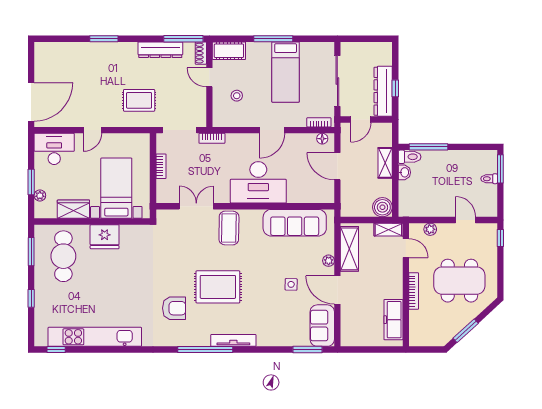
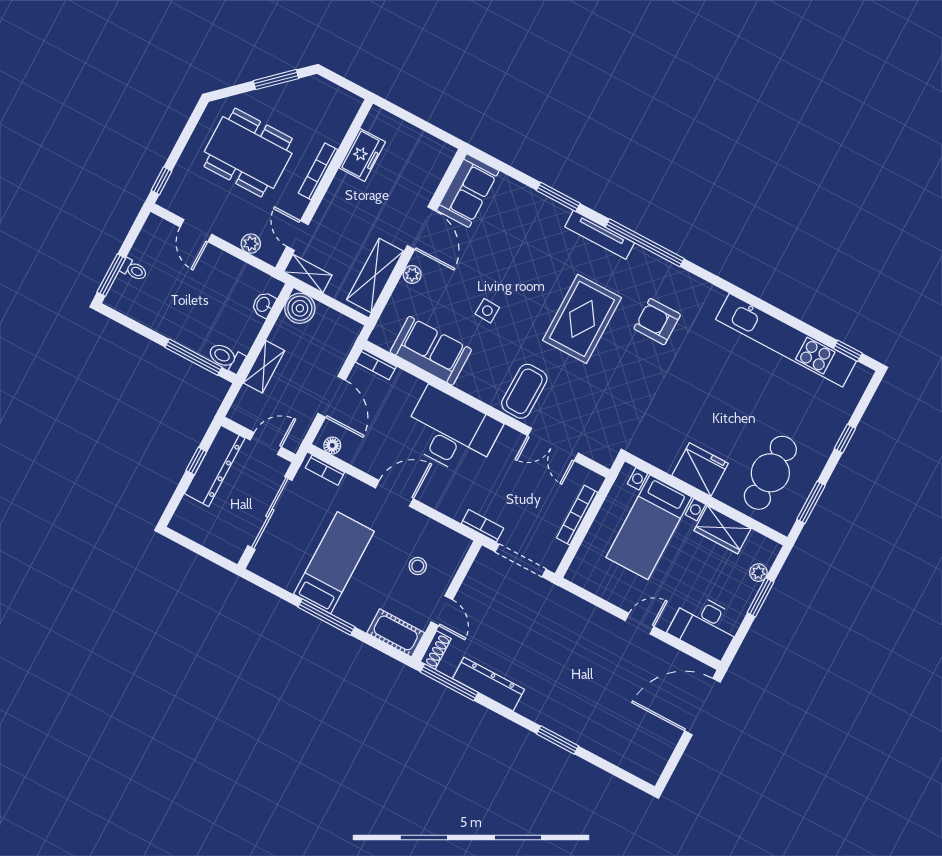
rug: (139, 100) -> (554, 630), removed
bookcase: (161, 166) -> (577, 515), width x1.56
washbasin: (404, 172) -> (264, 305), moved
bookcase: (322, 198) -> (376, 364), added
sofa: (295, 223) -> (431, 351), width x0.73
side table: (291, 284) -> (487, 311), moved
rug: (218, 287) -> (582, 319), turned 90
freezer: (393, 320) -> (362, 155), width x0.71
window: (307, 349) -> (558, 197), moved

